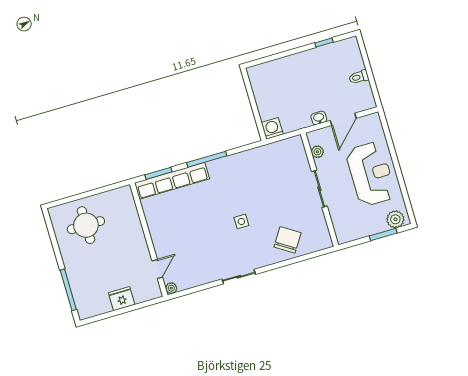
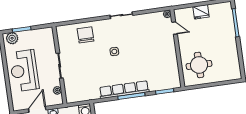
row of seats: (172, 181) -> (124, 90), moved
round table: (86, 225) -> (199, 65), moved
chair: (288, 240) -> (86, 35), turned 147
door: (157, 269) -> (175, 28), swing flipped

